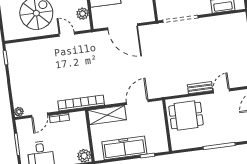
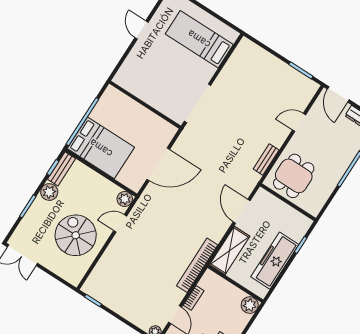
plant: (83, 14) -> (125, 199), moved
bench: (200, 88) -> (266, 160), moved
door: (221, 91) -> (299, 122), hinge flipped

